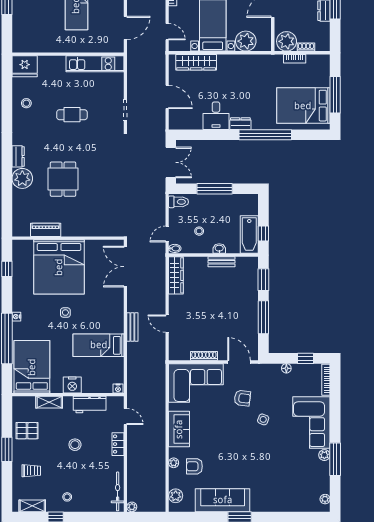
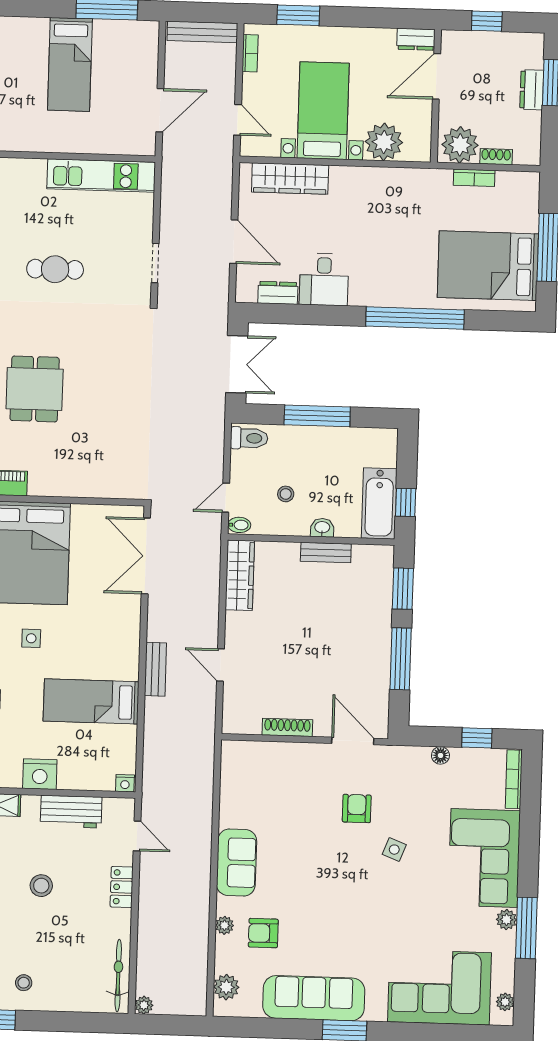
dresser: (240, 124) -> (278, 293), moved
corner sofa: (196, 383) -> (439, 987), moved, turned 180
armchair: (242, 398) -> (357, 808), turned -97

